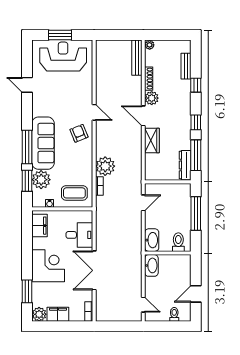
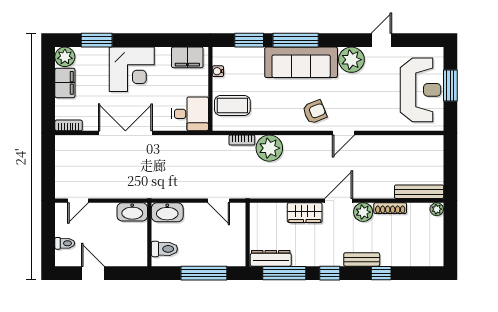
bench: (186, 66) -> (362, 259), moved
plant: (41, 180) -> (351, 60), moved
coffee table: (74, 193) -> (232, 106), turned 90
desk: (79, 235) -> (190, 114), moved, turned -90

